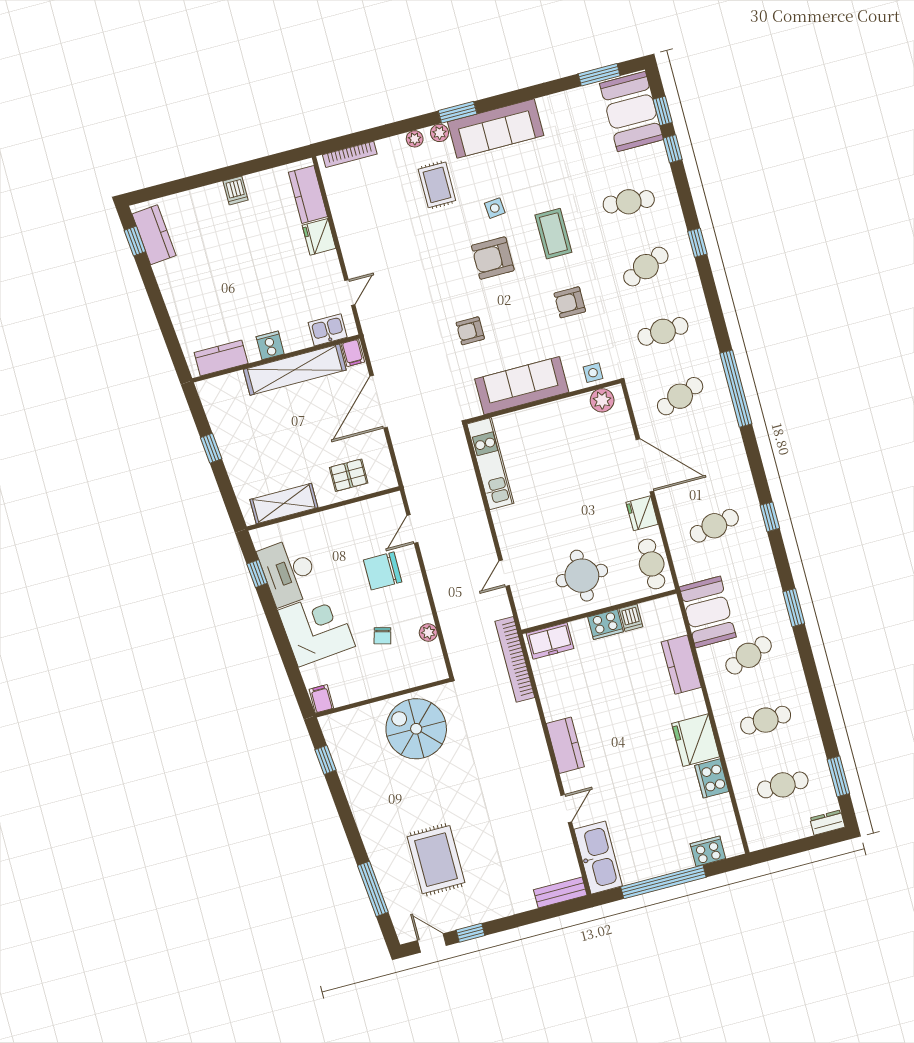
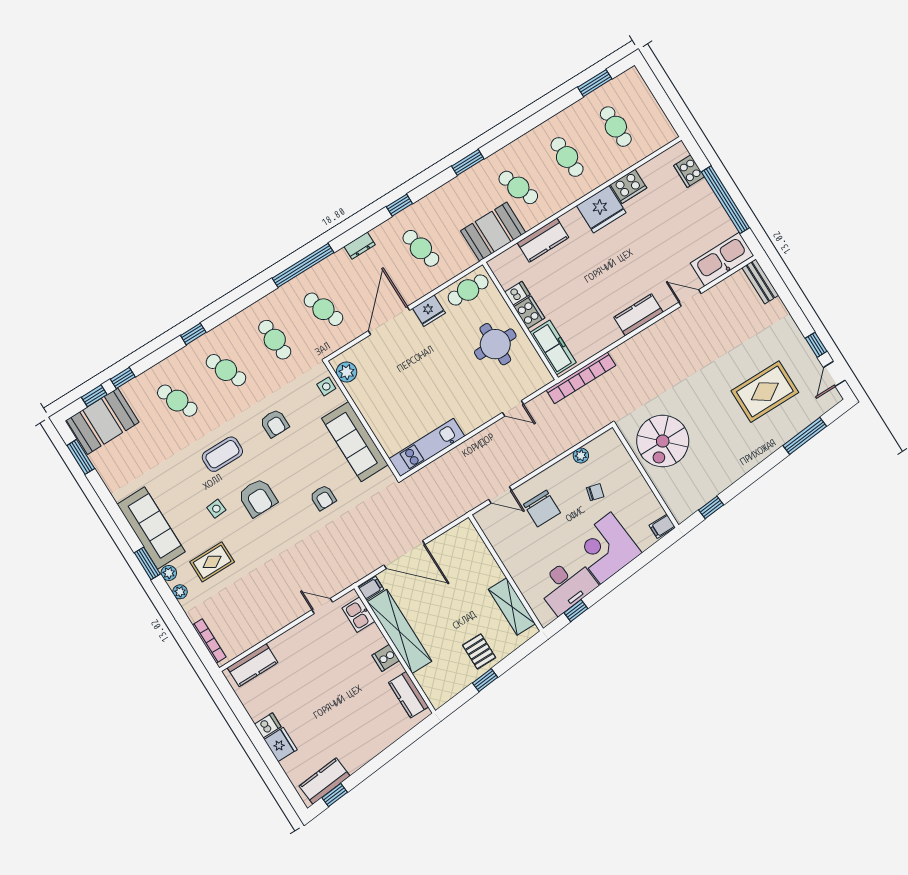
cafe table: (629, 202) -> (177, 401), turned -30
fridge: (319, 237) -> (281, 745), moved, turned -90
pallet: (349, 475) -> (479, 651), moved
freezer: (550, 641) -> (553, 348), width x1.40
dresser: (827, 823) -> (360, 246), moved, turned -90

